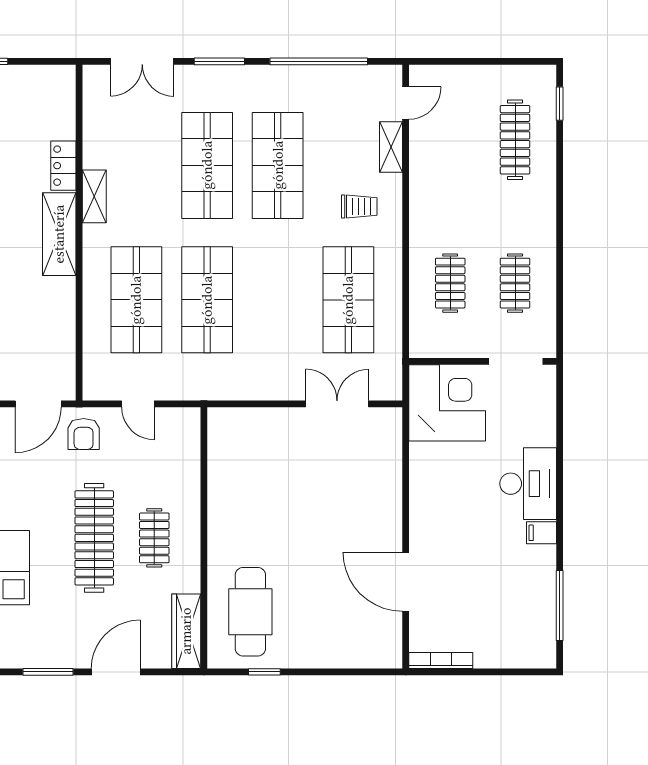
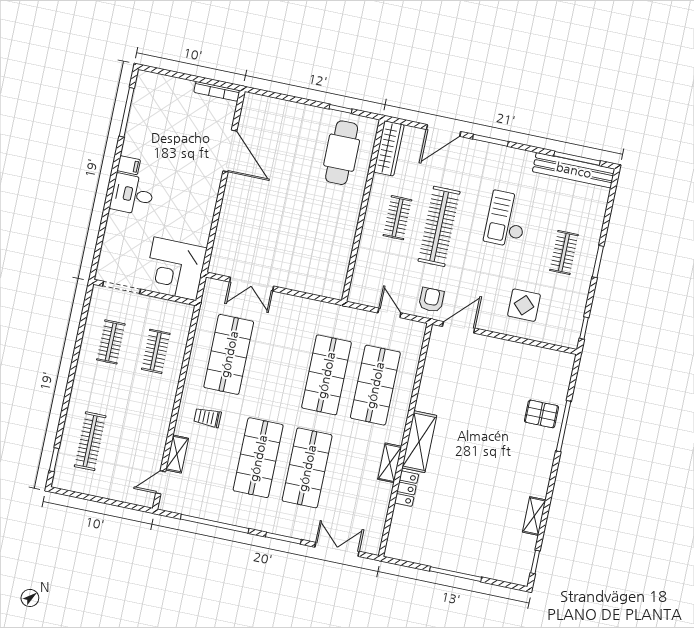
desk: (528, 484) -> (132, 194), width x0.73

